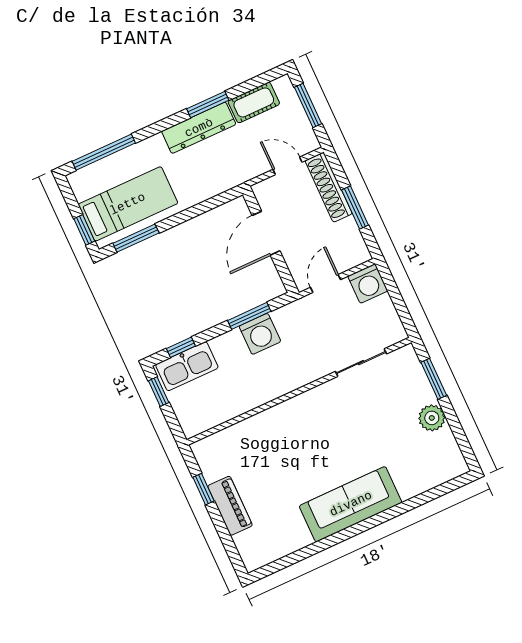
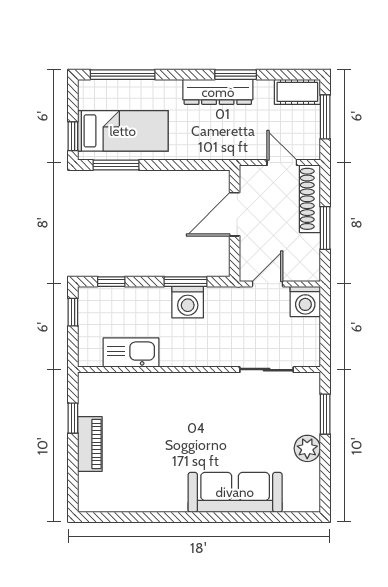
cot: (254, 102) -> (297, 92), moved
kitchen sink: (187, 366) -> (131, 353), moved, turned 180
sofa: (351, 504) -> (235, 492), moved

